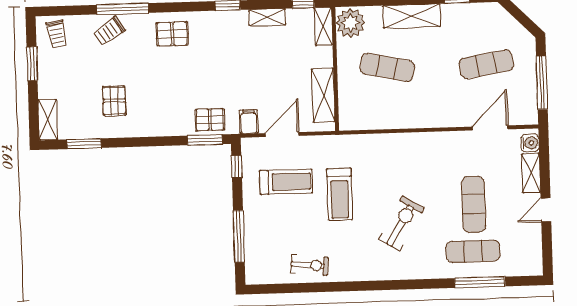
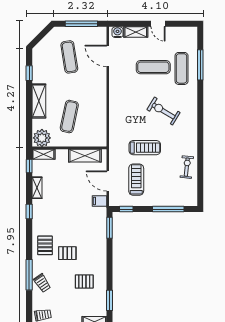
pallet: (210, 120) -> (67, 253), moved, turned 90

